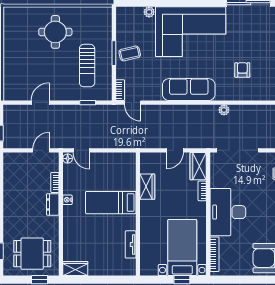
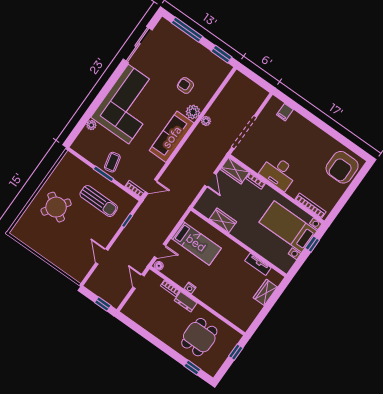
round table: (55, 32) -> (56, 207), turned 34
plant: (224, 93) -> (193, 112), added
bed: (111, 203) -> (196, 243), moved, turned -90
desk: (228, 212) -> (279, 173), width x0.73, depth x0.77
dining table: (32, 254) -> (199, 337), moved
wardrobe: (75, 269) -> (265, 292), moved

